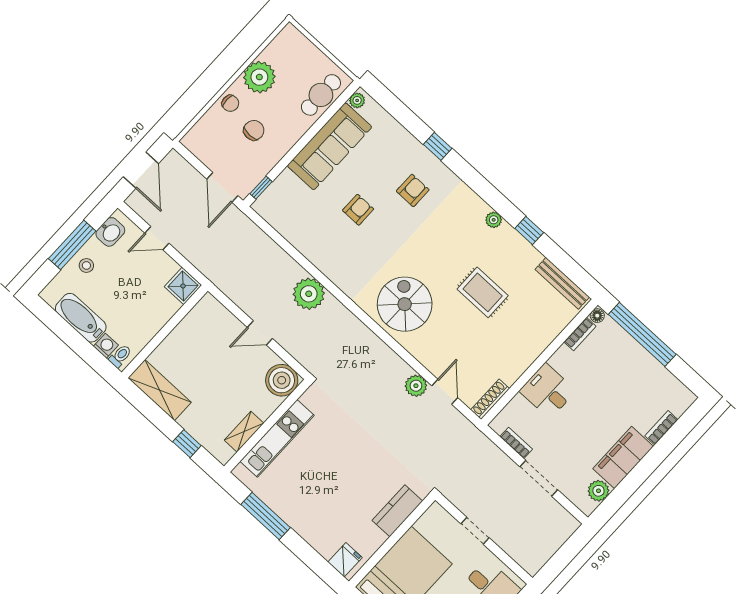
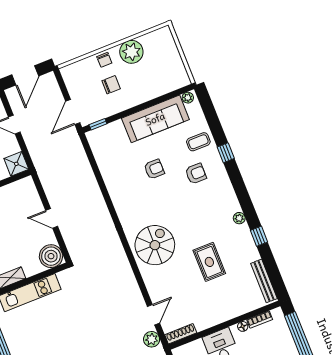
cafe table: (321, 95) -> (166, 83), removed
coffee table: (397, 149) -> (198, 142), added
plant: (309, 294) -> (96, 208), removed
floor lamp: (597, 316) -> (243, 326), moved
plant: (416, 386) -> (152, 339), moved

